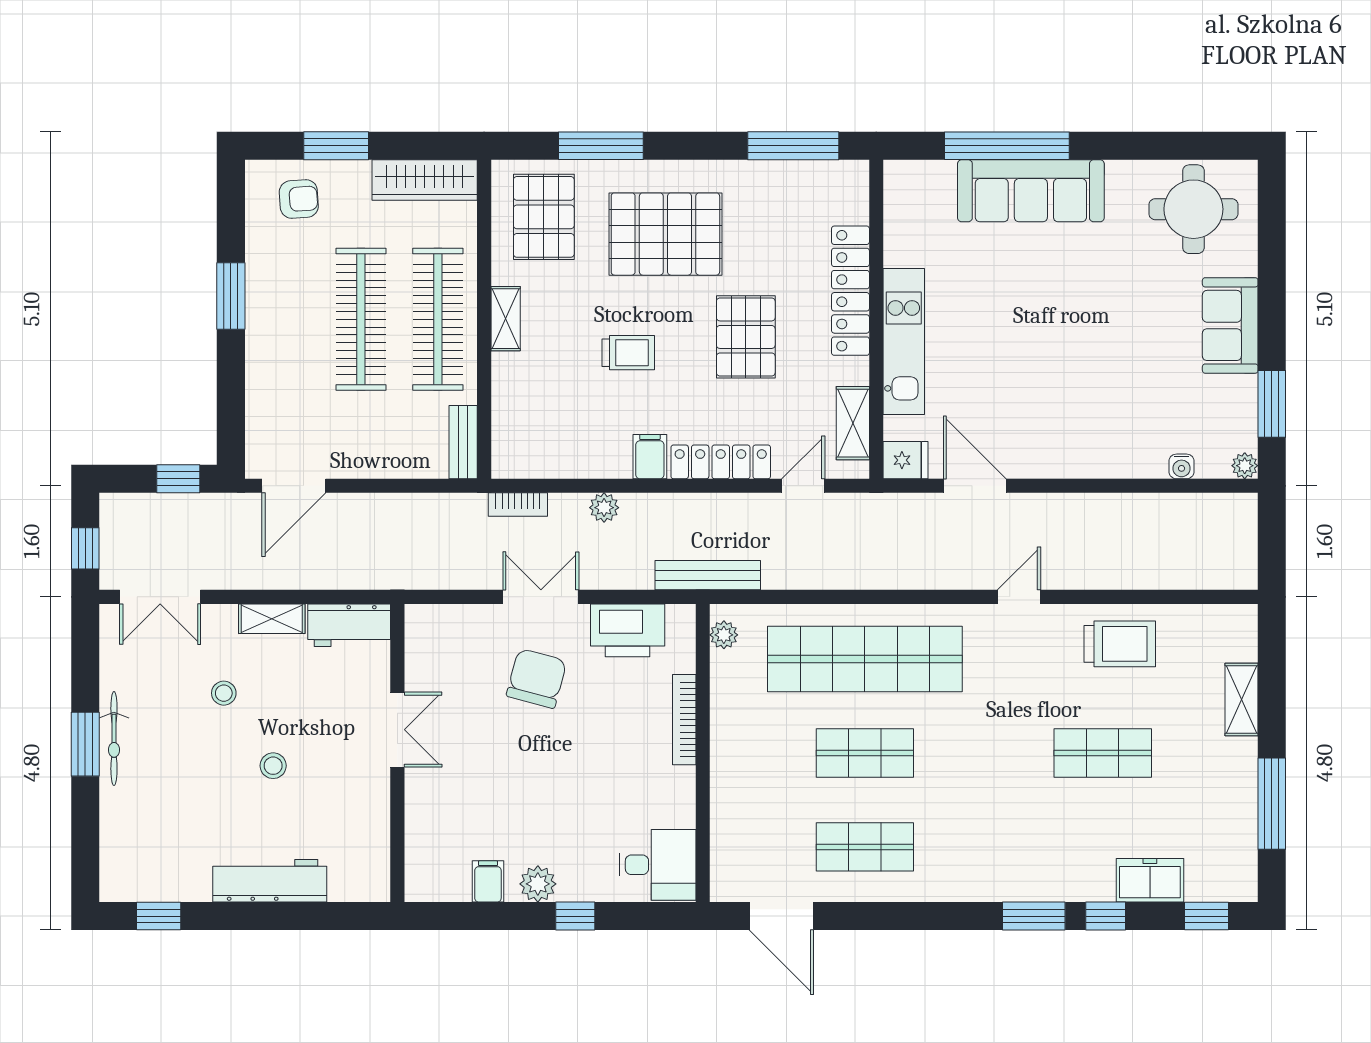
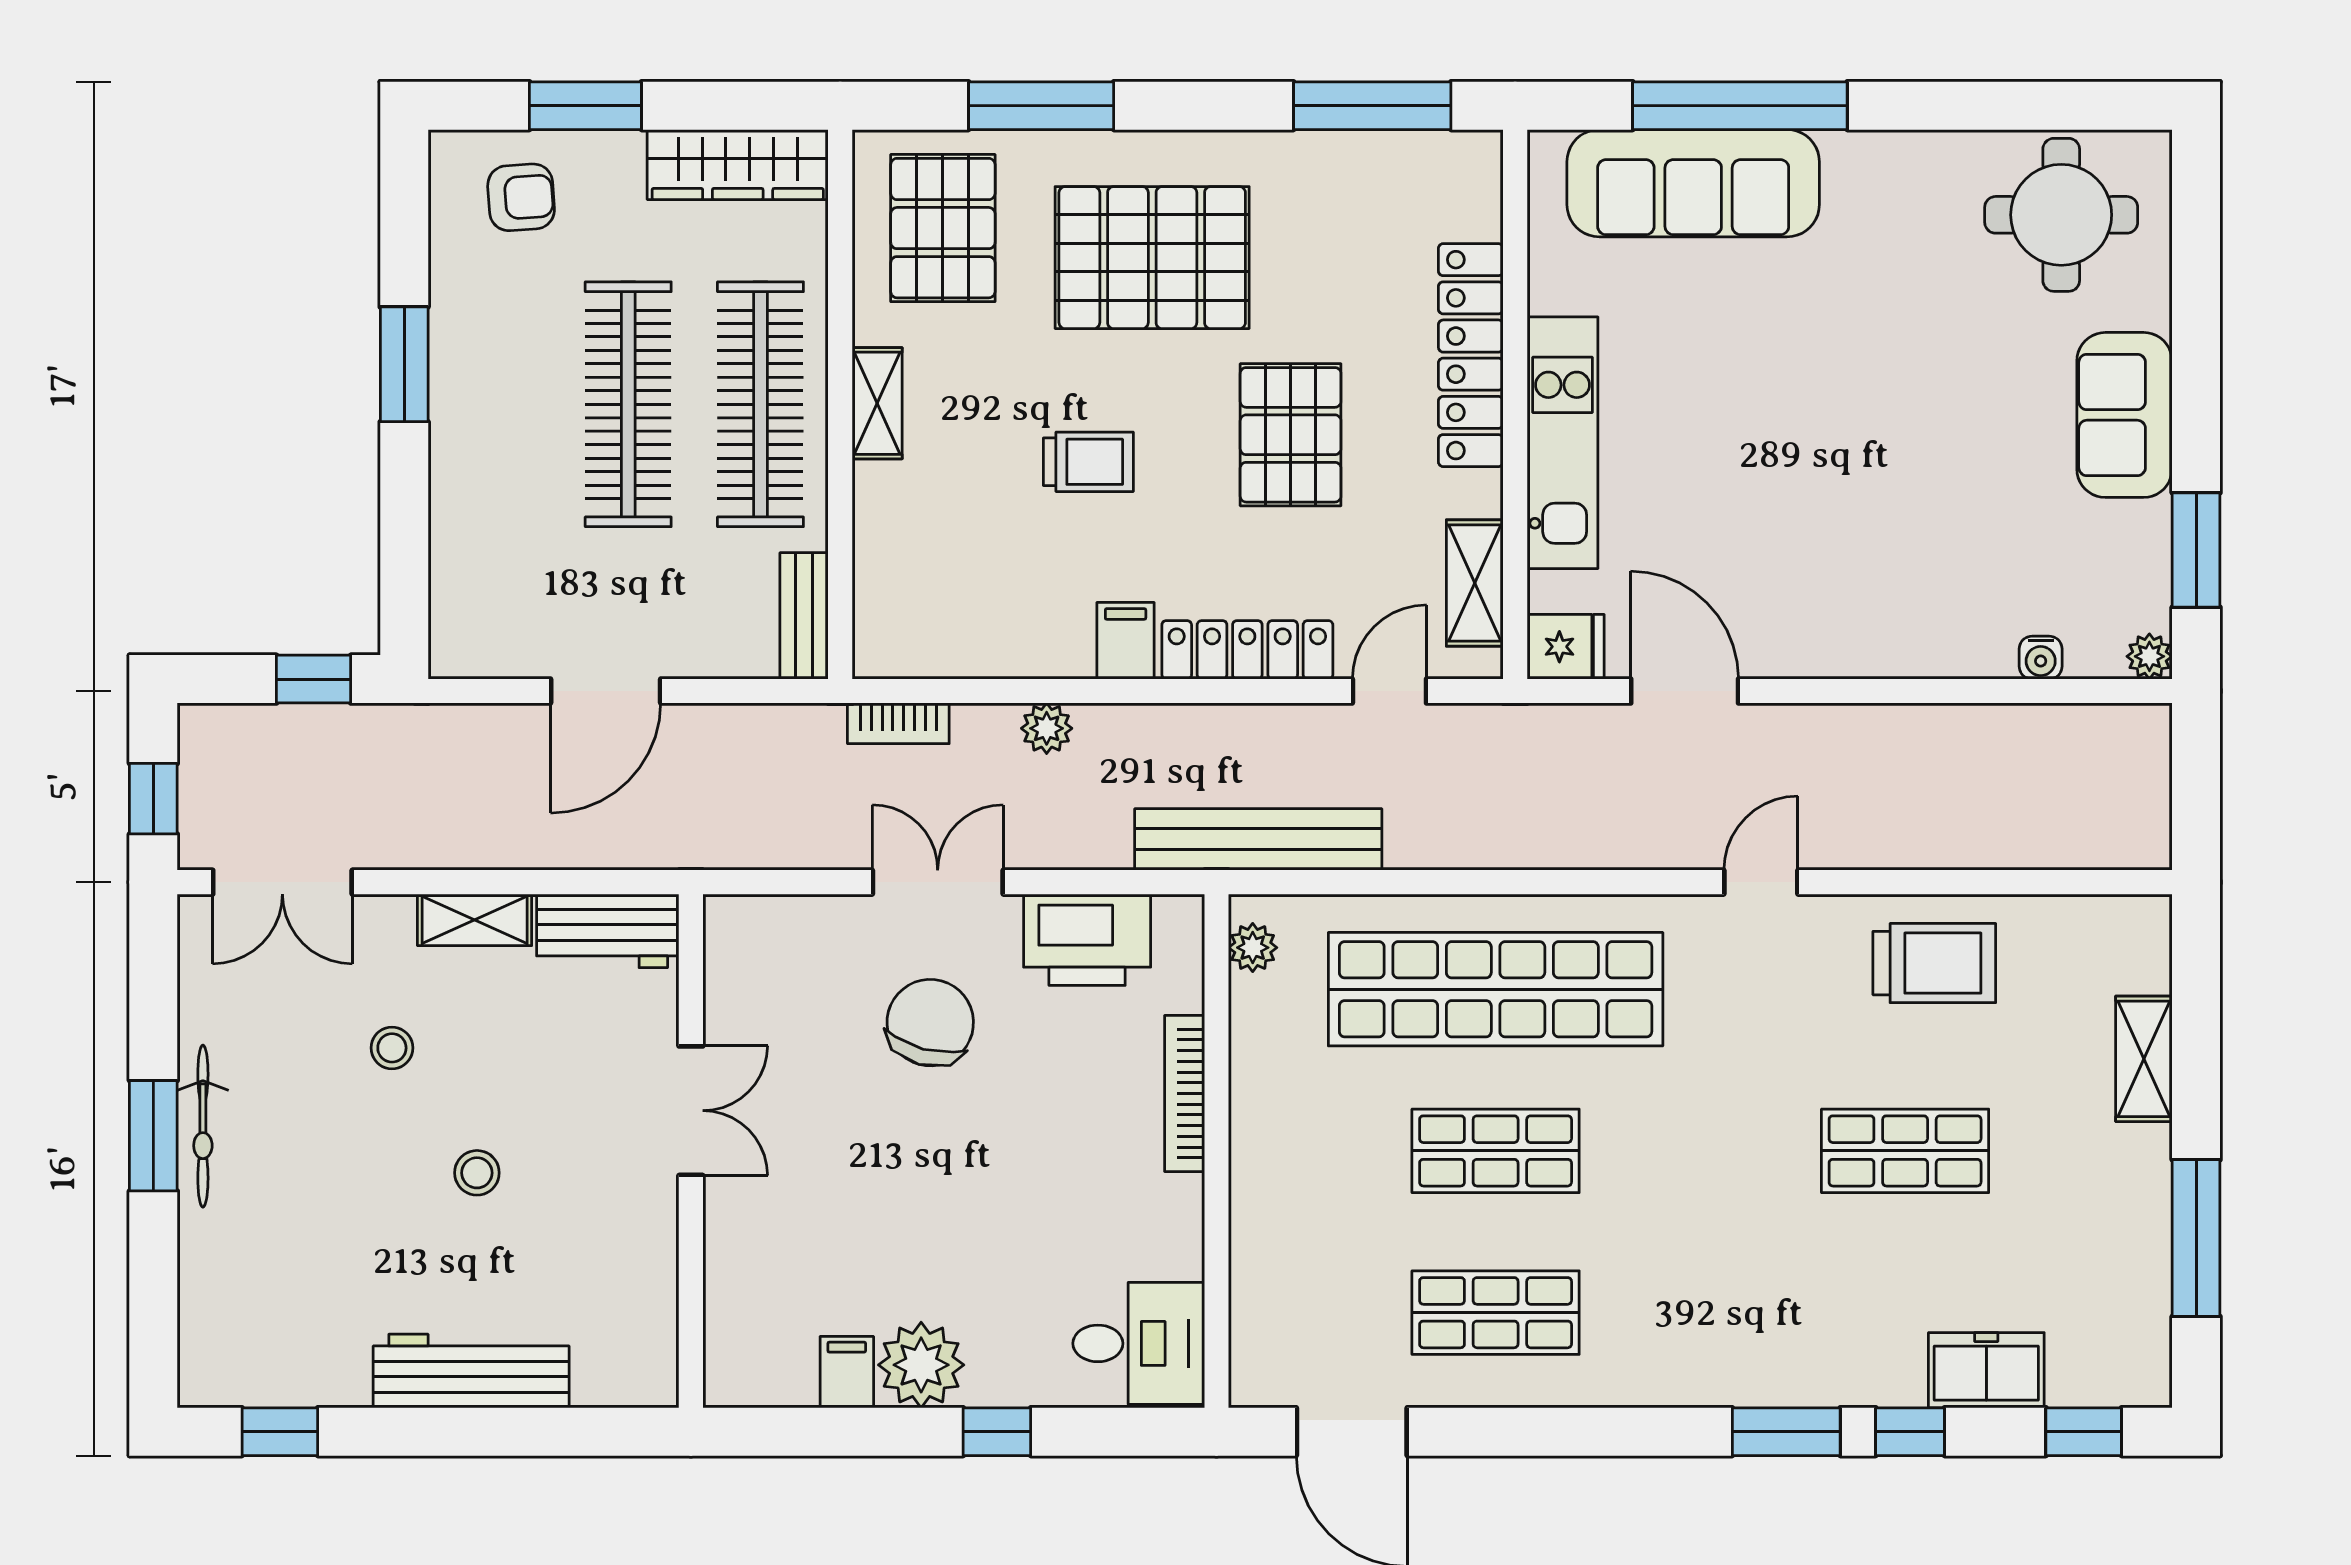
sofa: (1031, 191) -> (1693, 183), moved
door: (294, 486) -> (606, 691), moved
bench: (708, 575) -> (1258, 839), width x1.37, depth x1.21
plant: (538, 884) -> (921, 1365), width x1.36, depth x1.36

